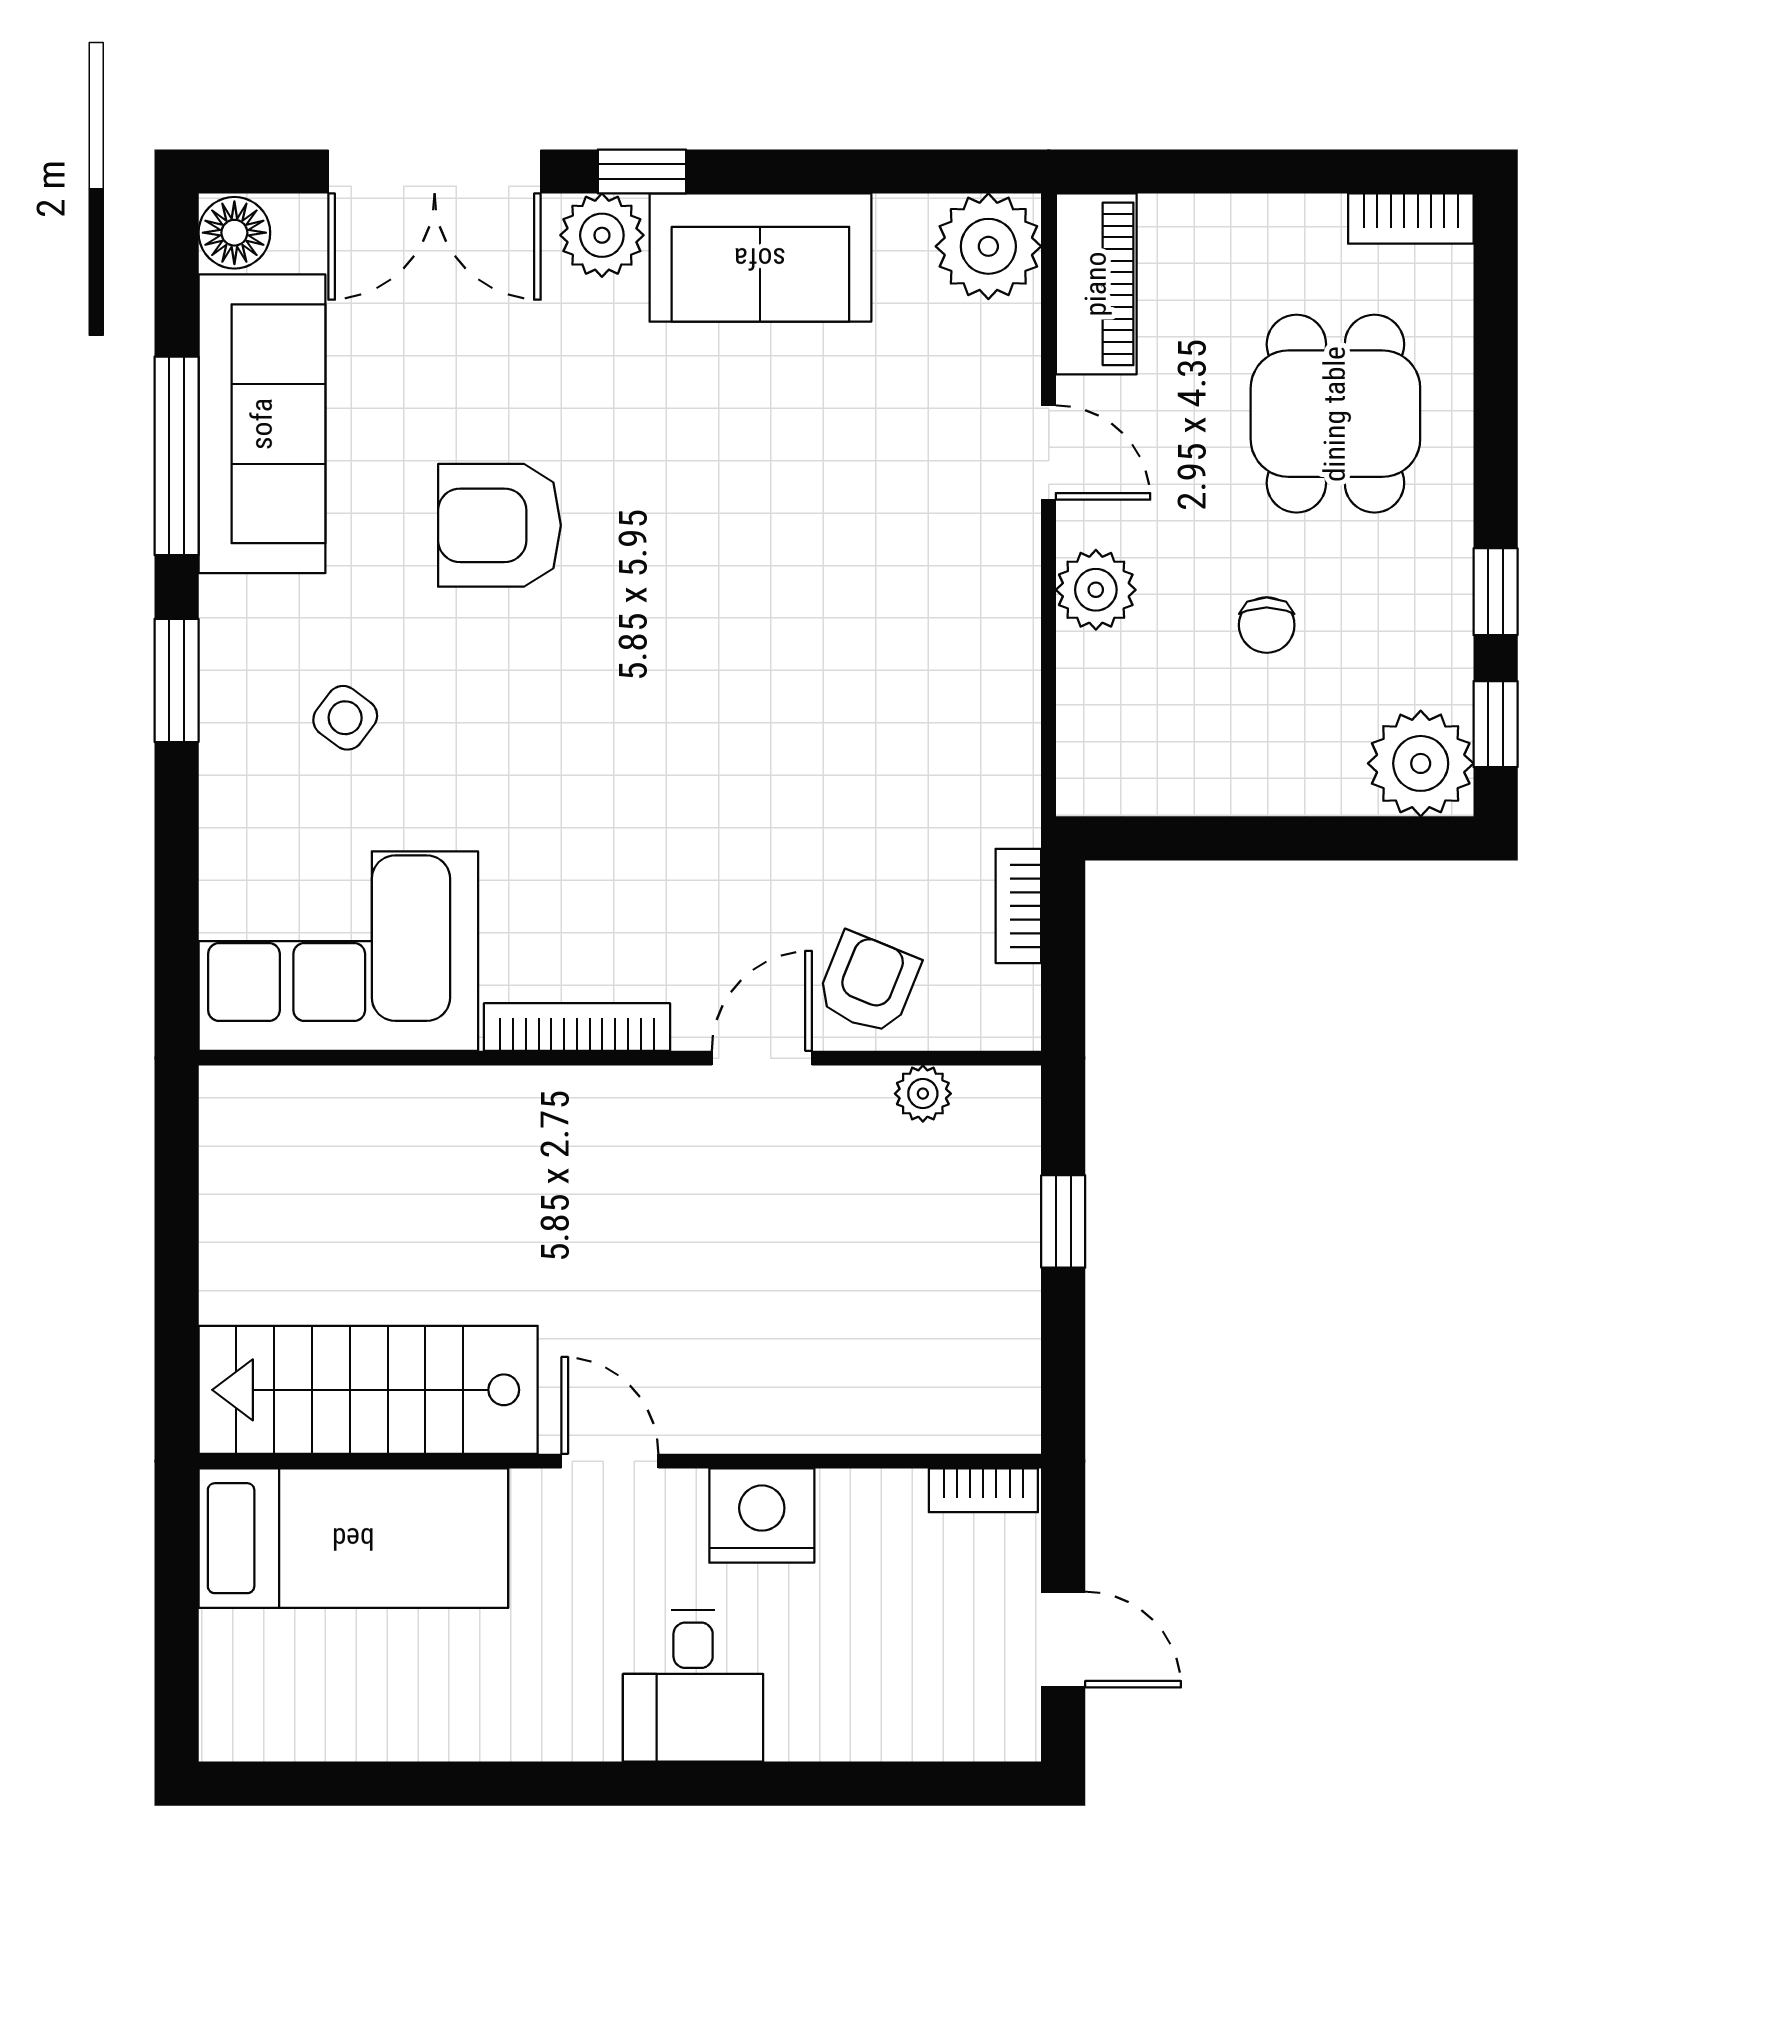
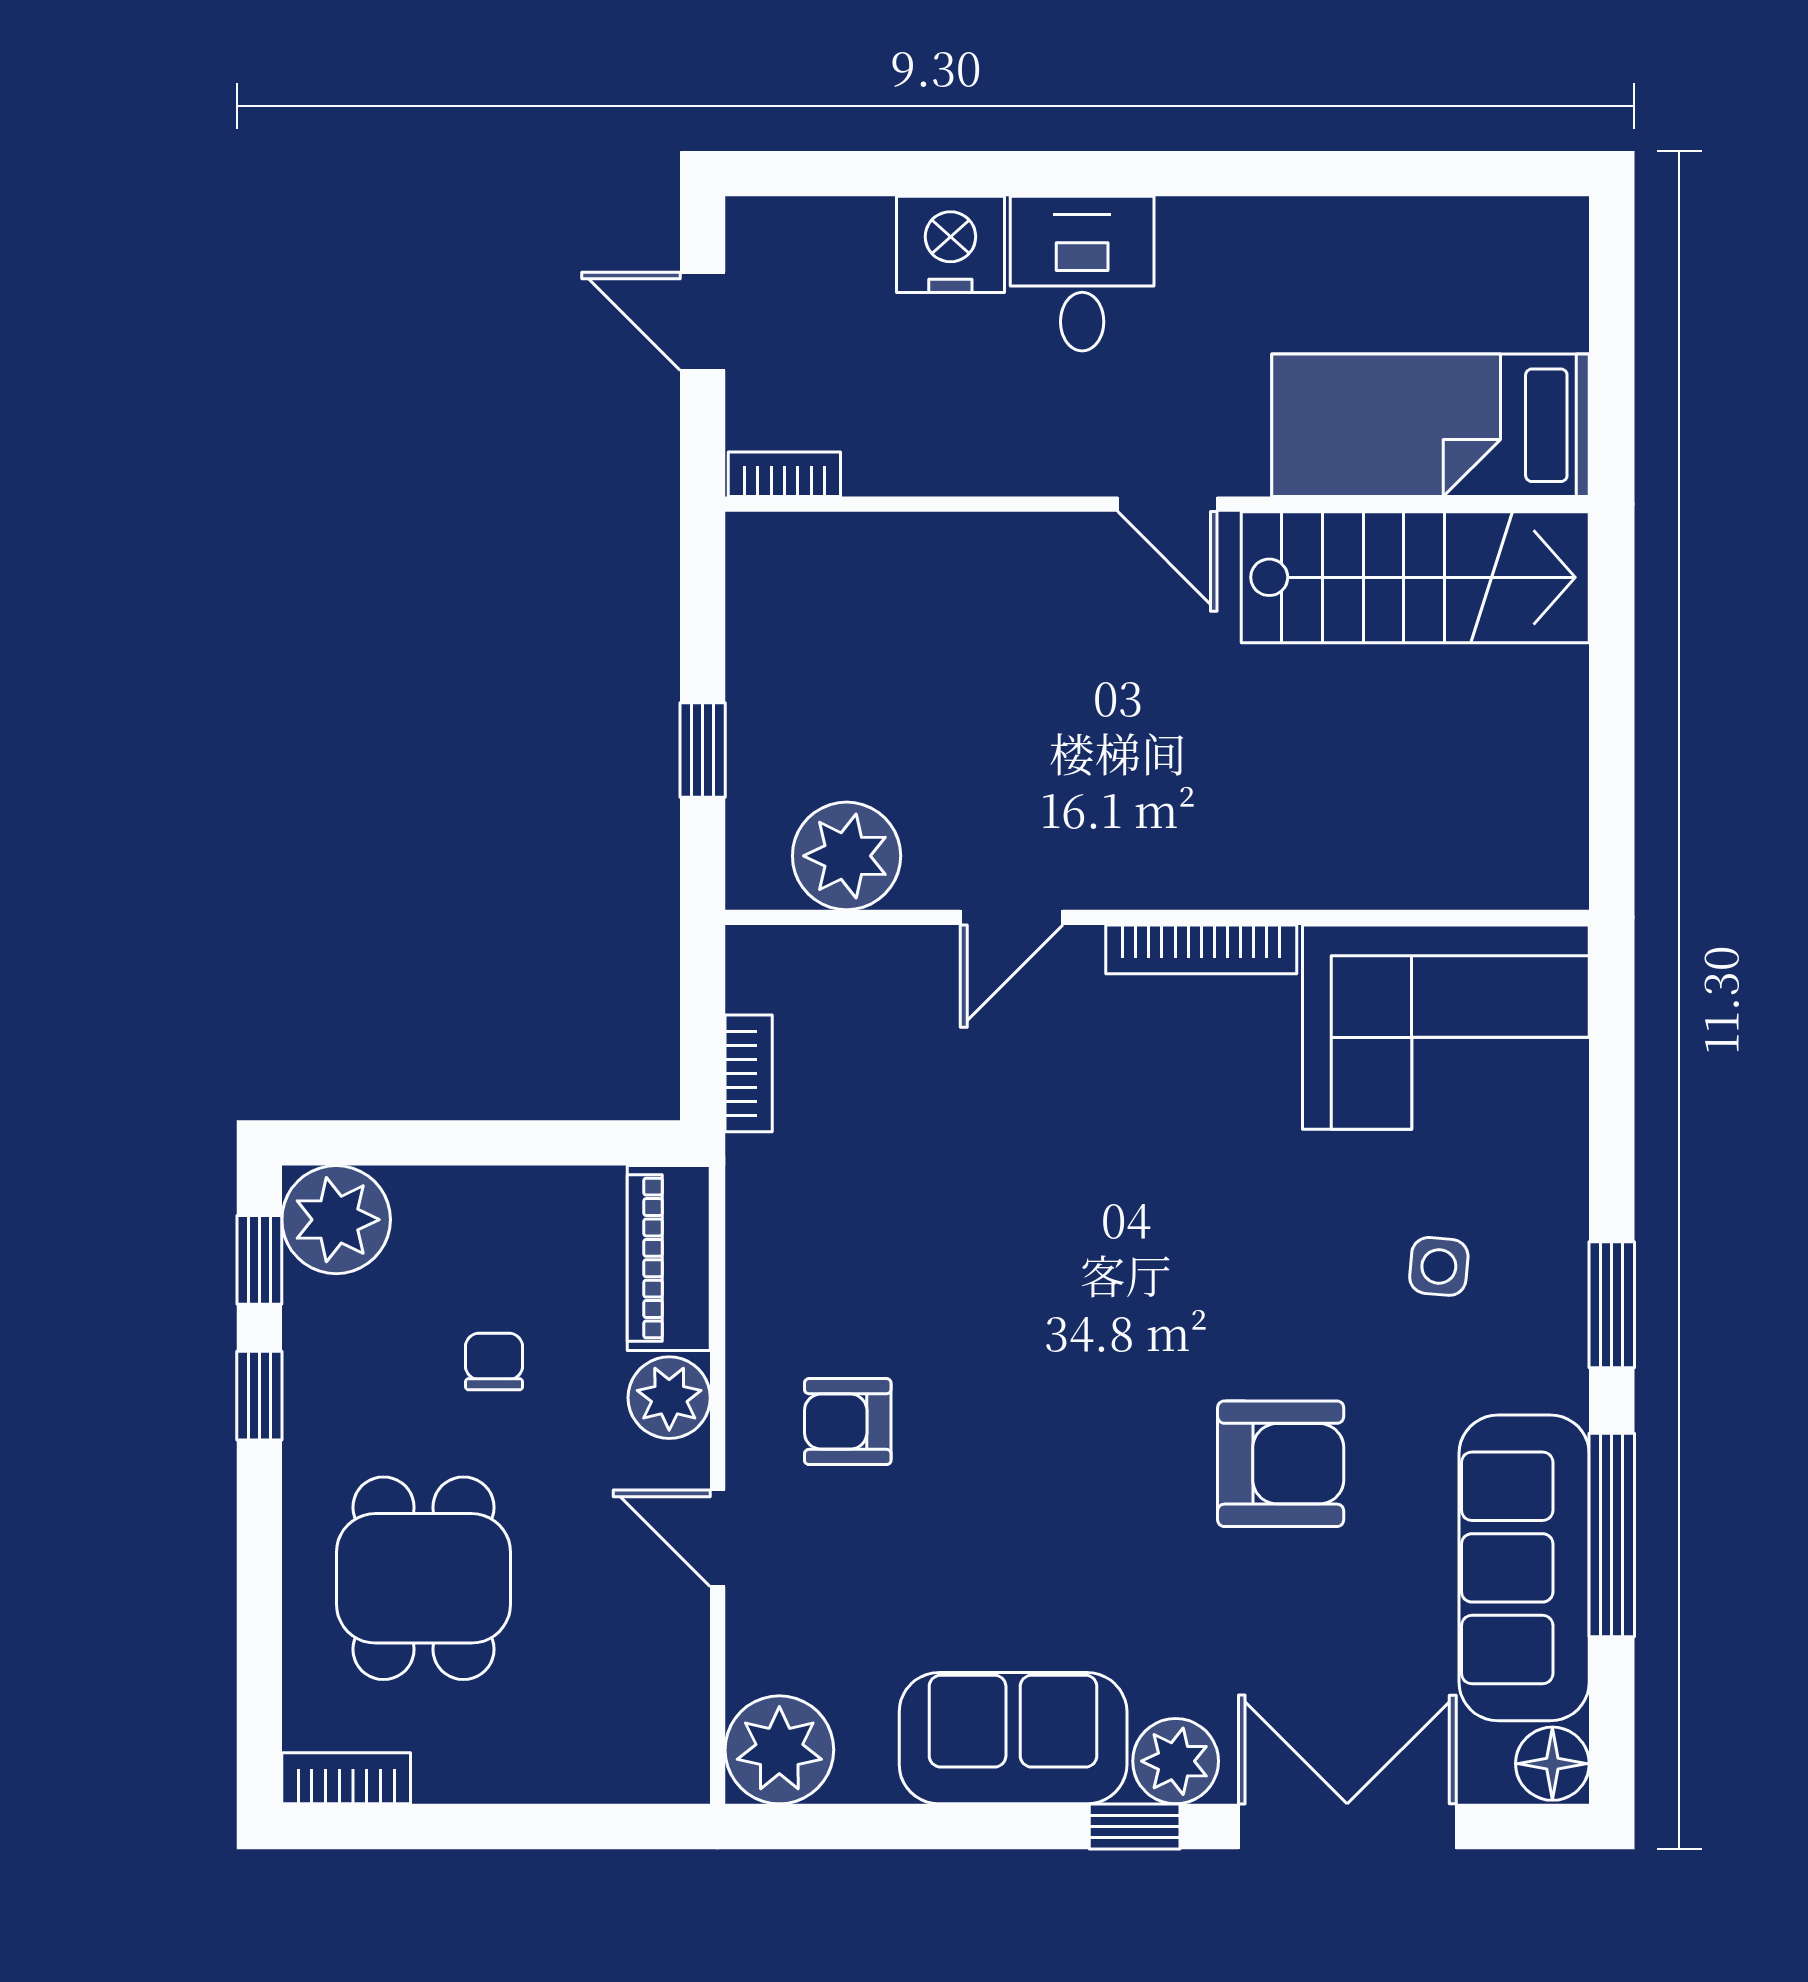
piano: (1096, 284) -> (669, 1258), moved
side table: (345, 718) -> (1439, 1266), turned -32
armchair: (868, 983) -> (848, 1422), moved, turned 68
plant: (923, 1094) -> (847, 856), width x1.88, depth x1.88
nightstand: (762, 1516) -> (950, 244), moved, turned 180

